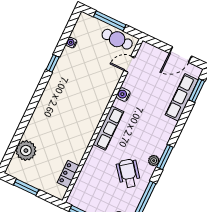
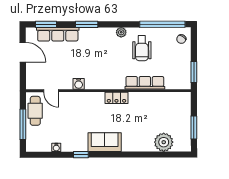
sofa: (54, 93) -> (105, 142), added
row of seats: (108, 128) -> (145, 83), moved
window: (165, 157) -> (87, 24), moved
wheelchair: (128, 173) -> (142, 48), turned -52
locker: (68, 174) -> (116, 98), moved

